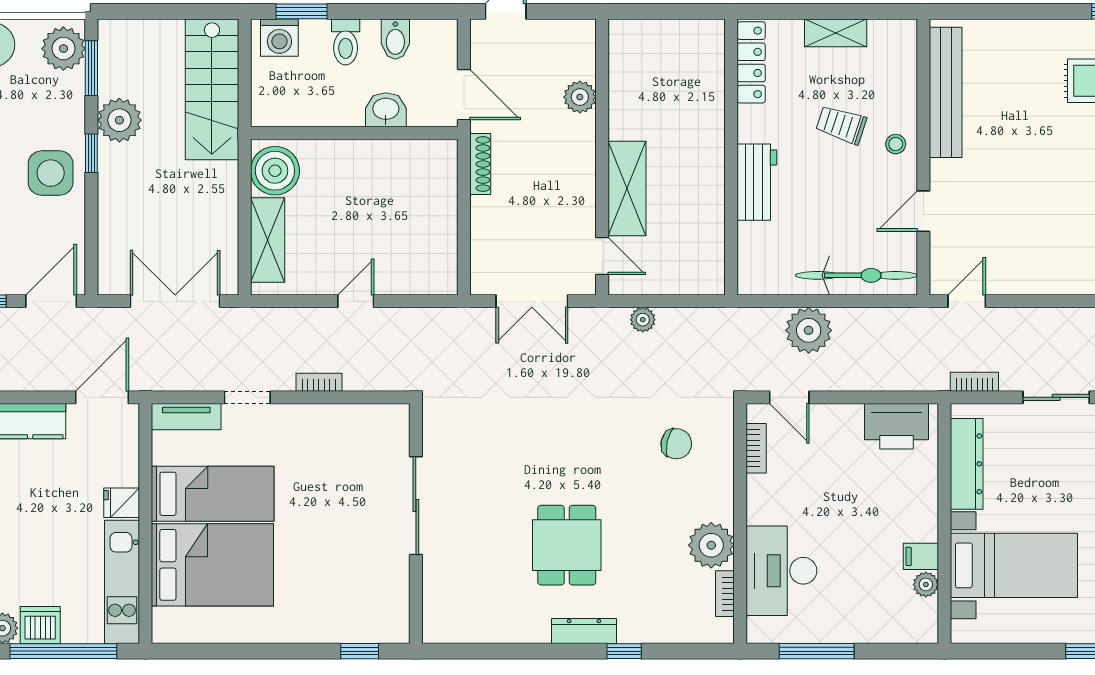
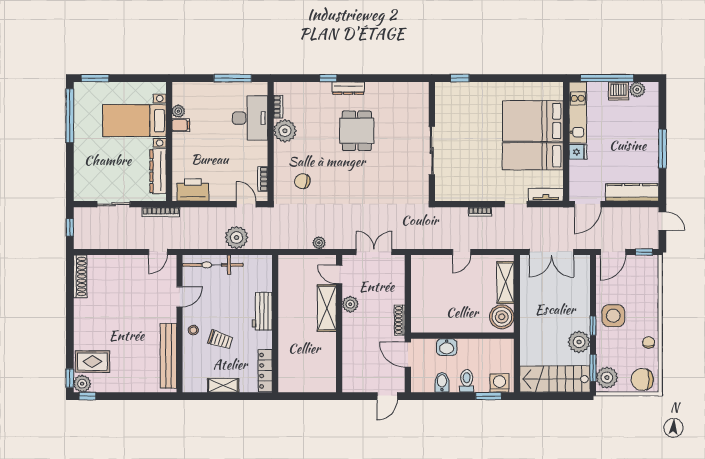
stairs: (212, 89) -> (555, 379), moved, turned -90
plant: (580, 97) -> (350, 304), moved
bookcase: (974, 382) -> (161, 212), width x1.56

